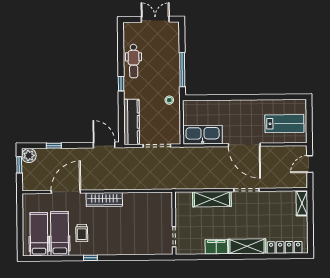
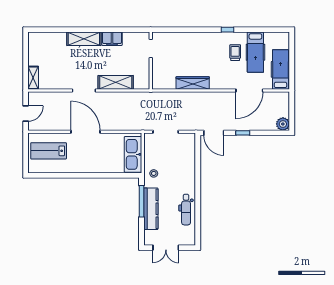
dental chair: (134, 61) -> (186, 210), turned 180
window: (121, 84) -> (198, 189), removed
kitchen counter: (132, 122) -> (151, 209), moved, turned 180
kitchen sink: (203, 135) -> (133, 154), moved, turned 90
window: (54, 146) -> (243, 133), moved
window: (19, 165) -> (292, 116), removed
wardrobe: (104, 200) -> (193, 83), moved
hospital bed: (39, 234) -> (280, 69), moved, turned 180
locker: (285, 247) -> (49, 37), removed

